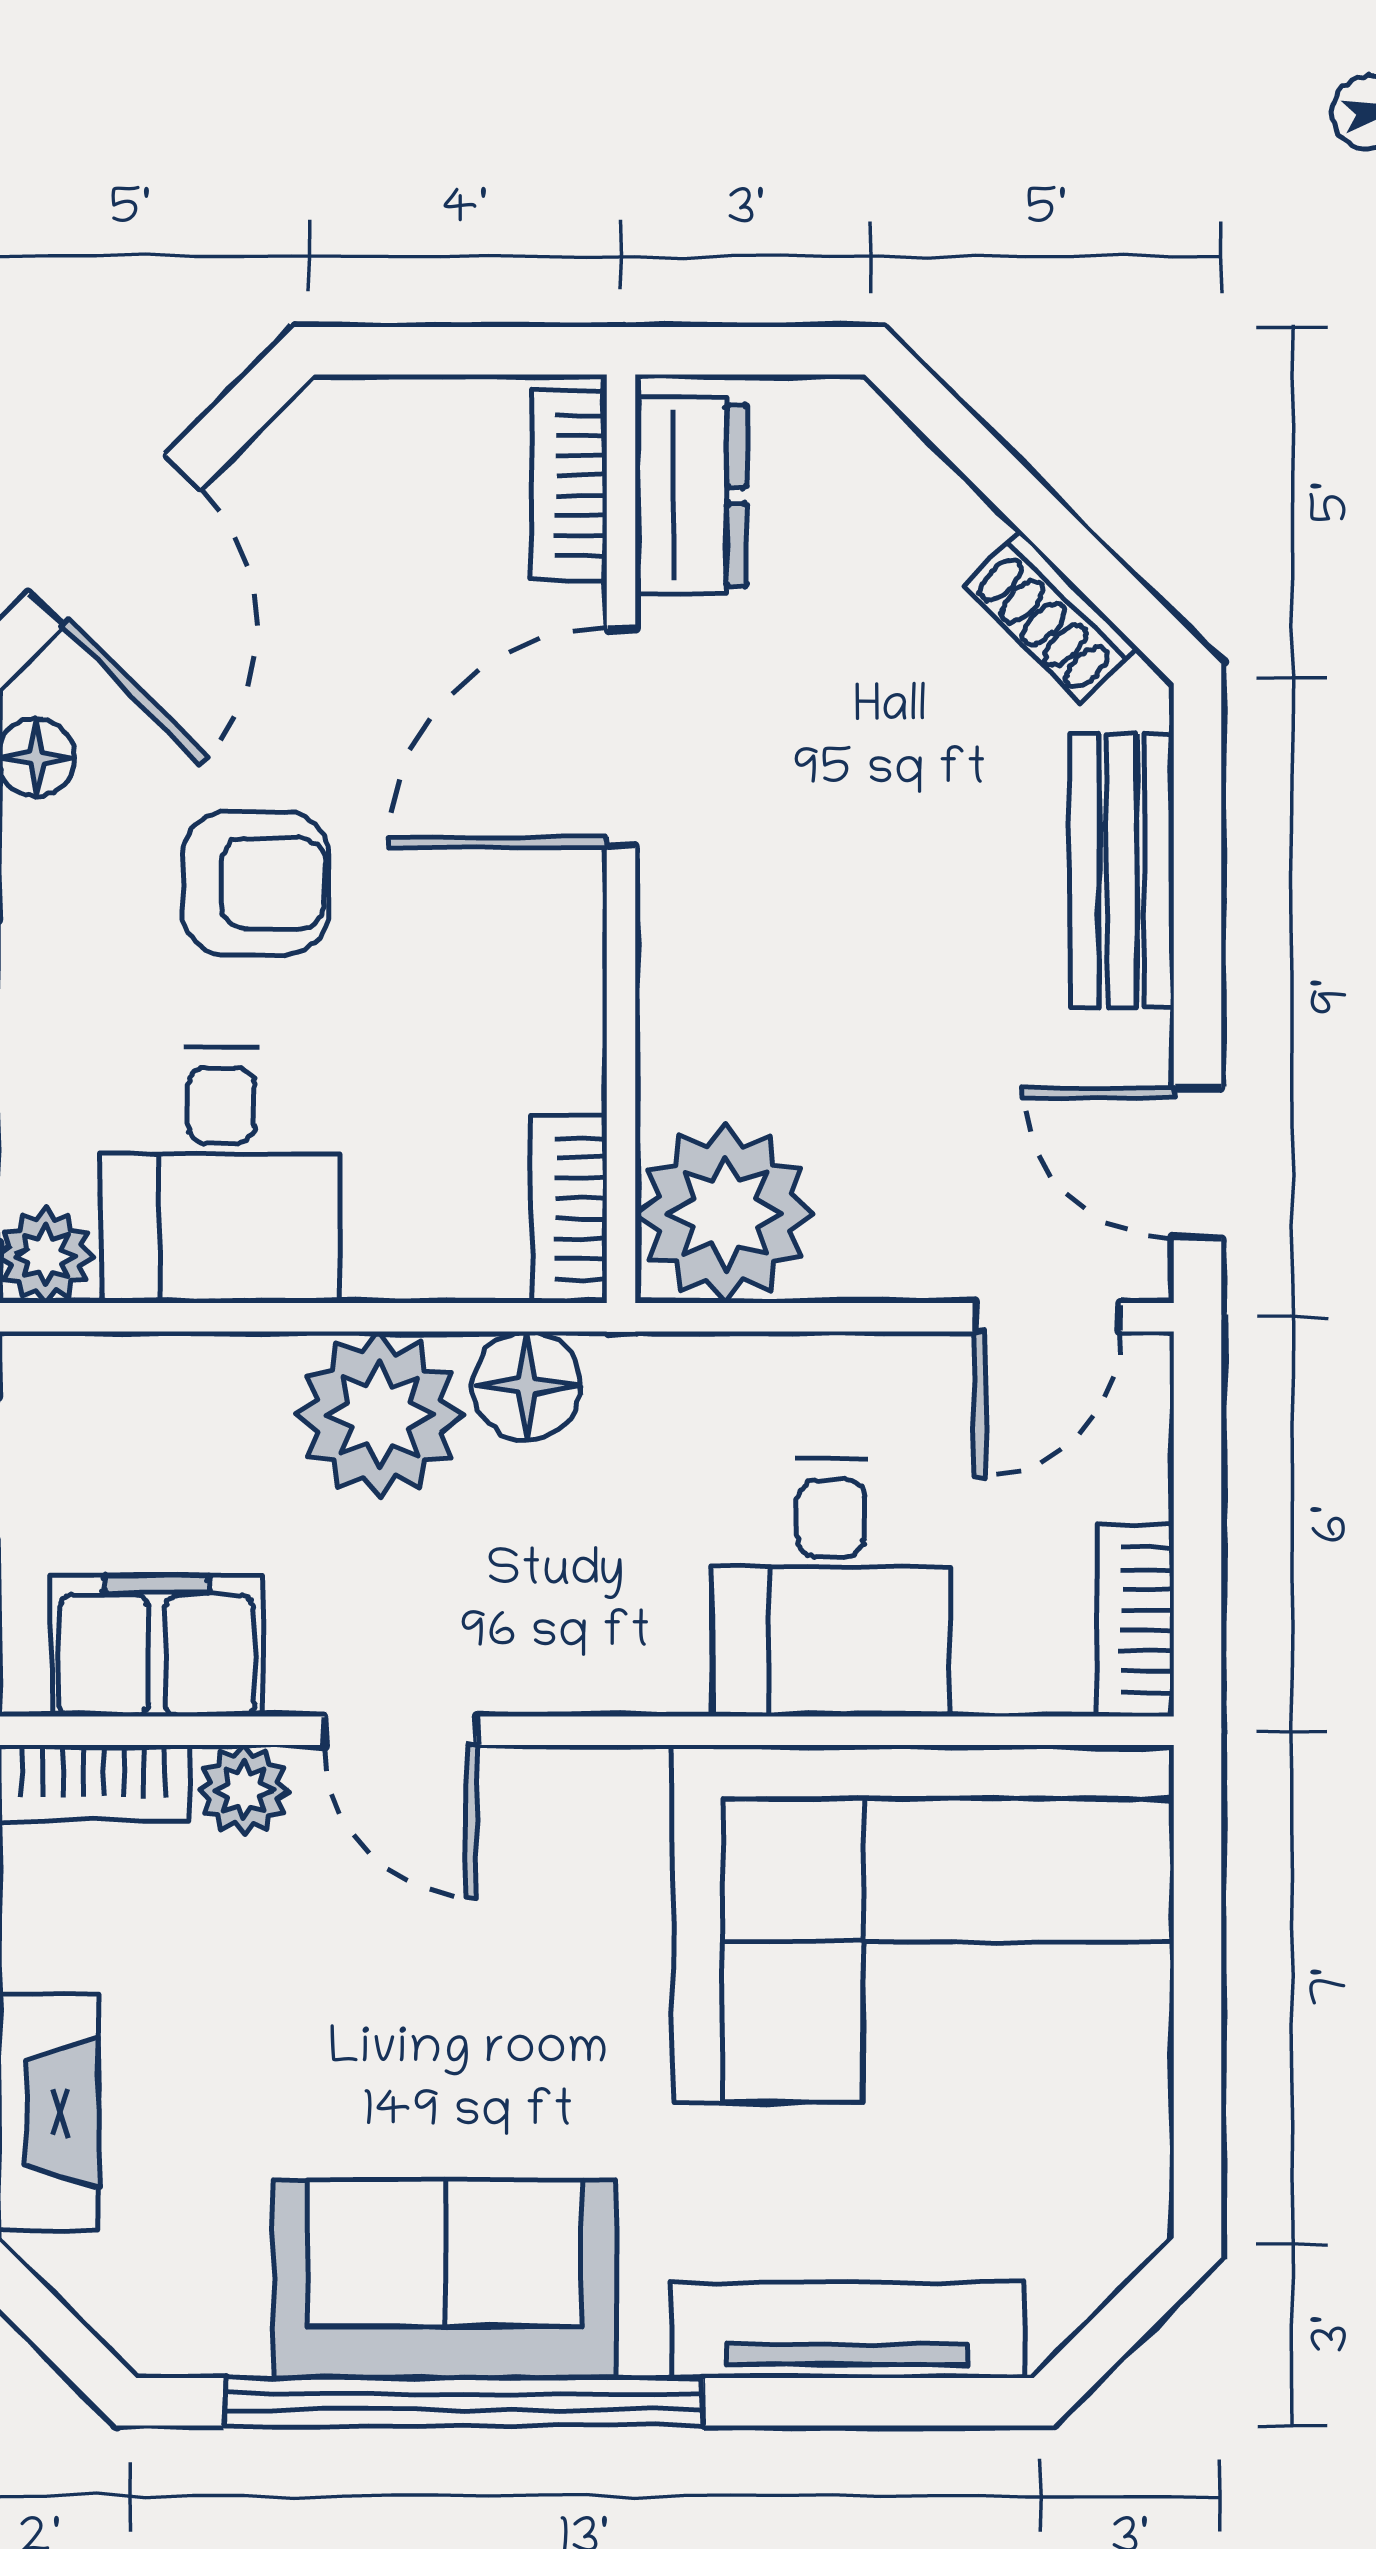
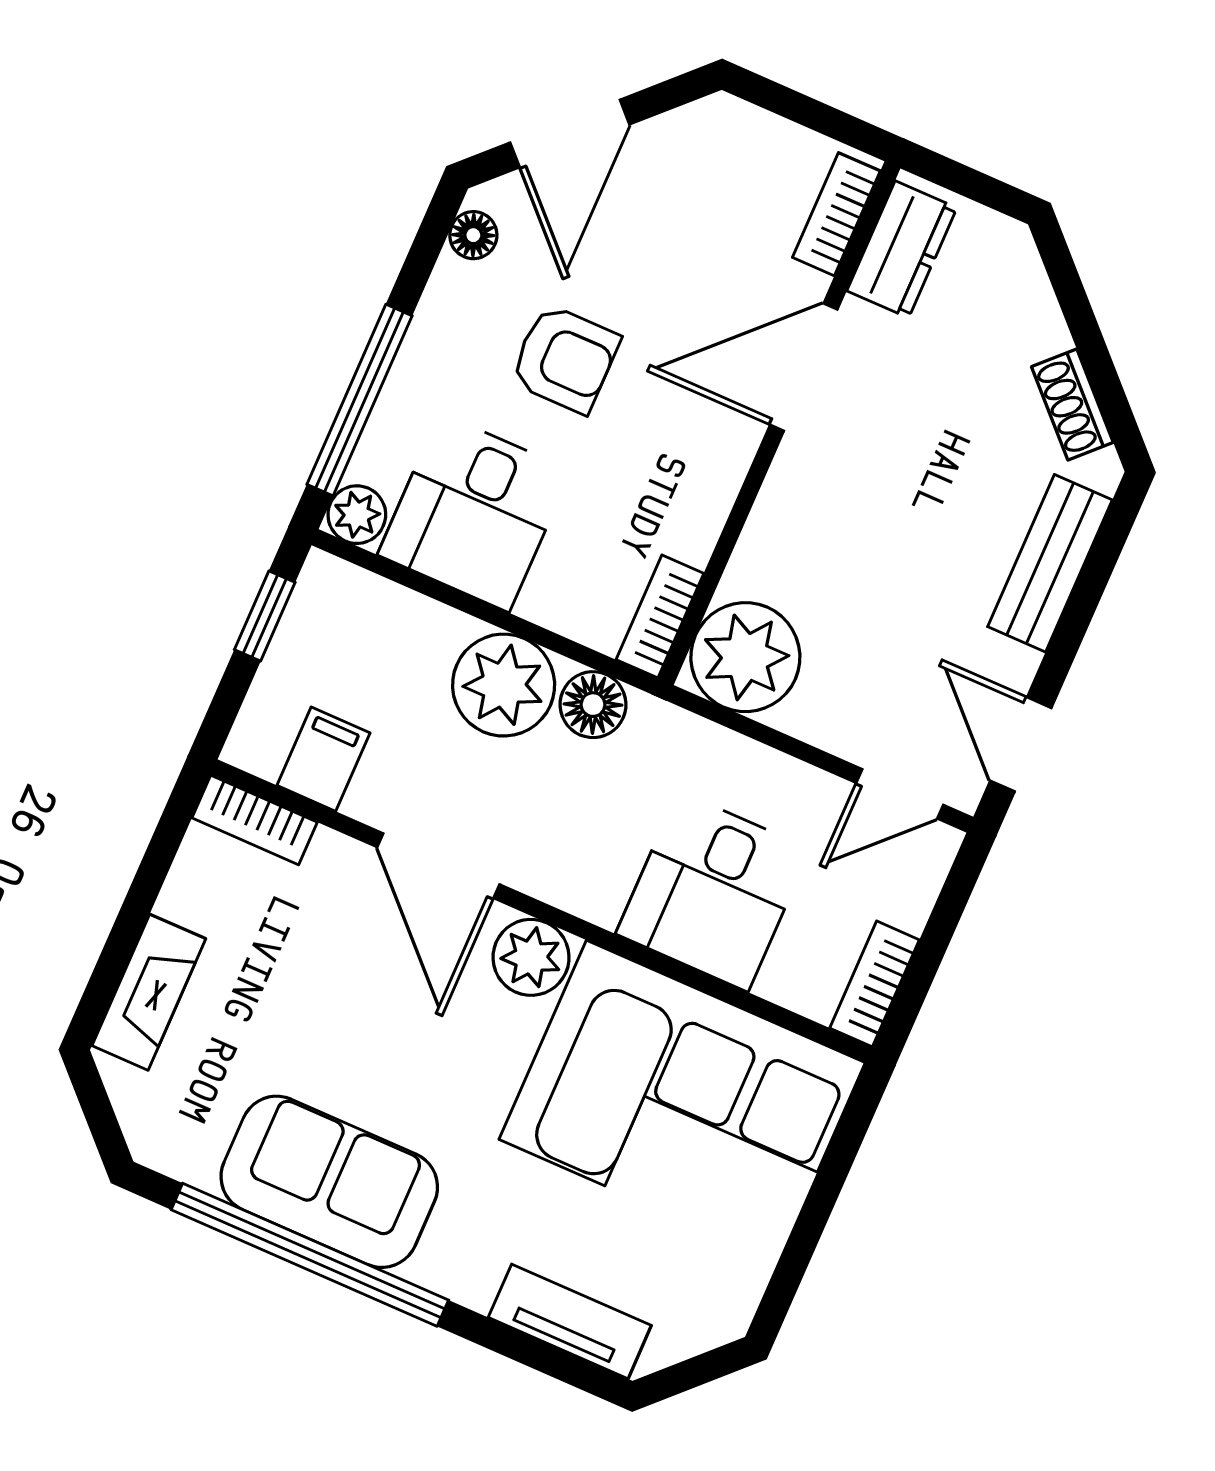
filing cabinet: (157, 1646) -> (323, 759), width x0.50
door: (400, 1731) -> (438, 866), width x1.38
plant: (244, 1790) -> (531, 957), moved, width x1.38, depth x1.38
tv unit: (848, 2330) -> (570, 1321), width x0.71

